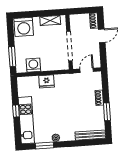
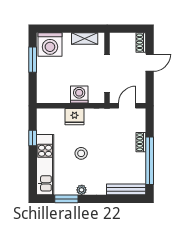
window: (12, 57) -> (33, 60), moved
washing machine: (33, 65) -> (79, 94), moved
stool: (54, 110) -> (81, 153), added
window: (16, 111) -> (33, 138), moved
window: (107, 112) -> (150, 161), width x2.11

